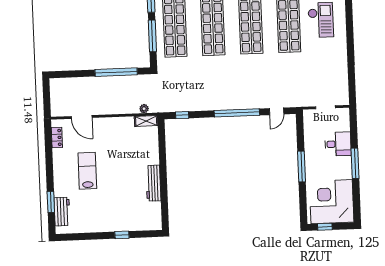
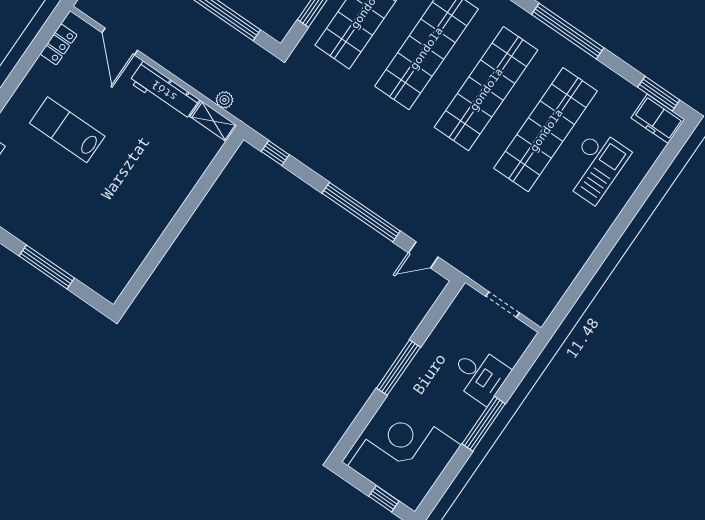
lab bench: (87, 171) -> (67, 130), turned -90
workbench: (153, 183) -> (164, 91), moved, turned -90
window: (325, 227) -> (384, 499), moved
window: (122, 235) -> (47, 267), width x2.17

